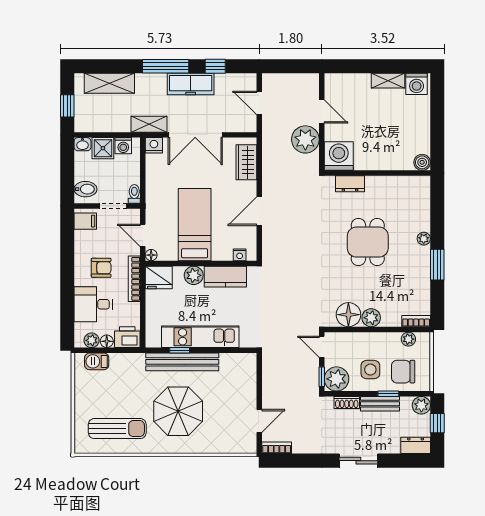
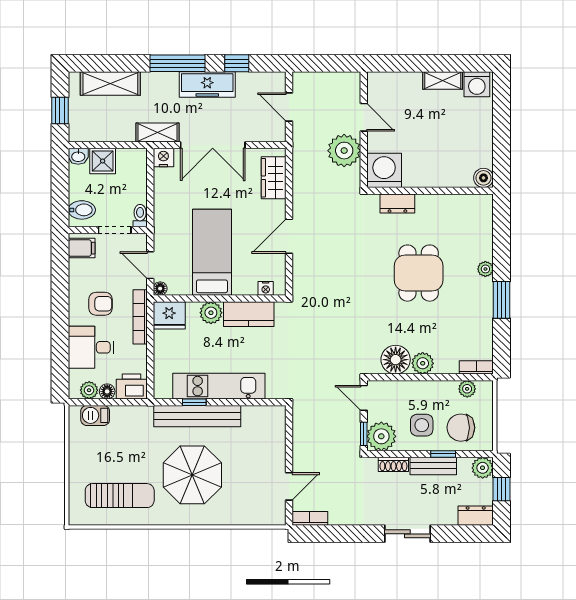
washing machine: (123, 146) -> (127, 158), removed

